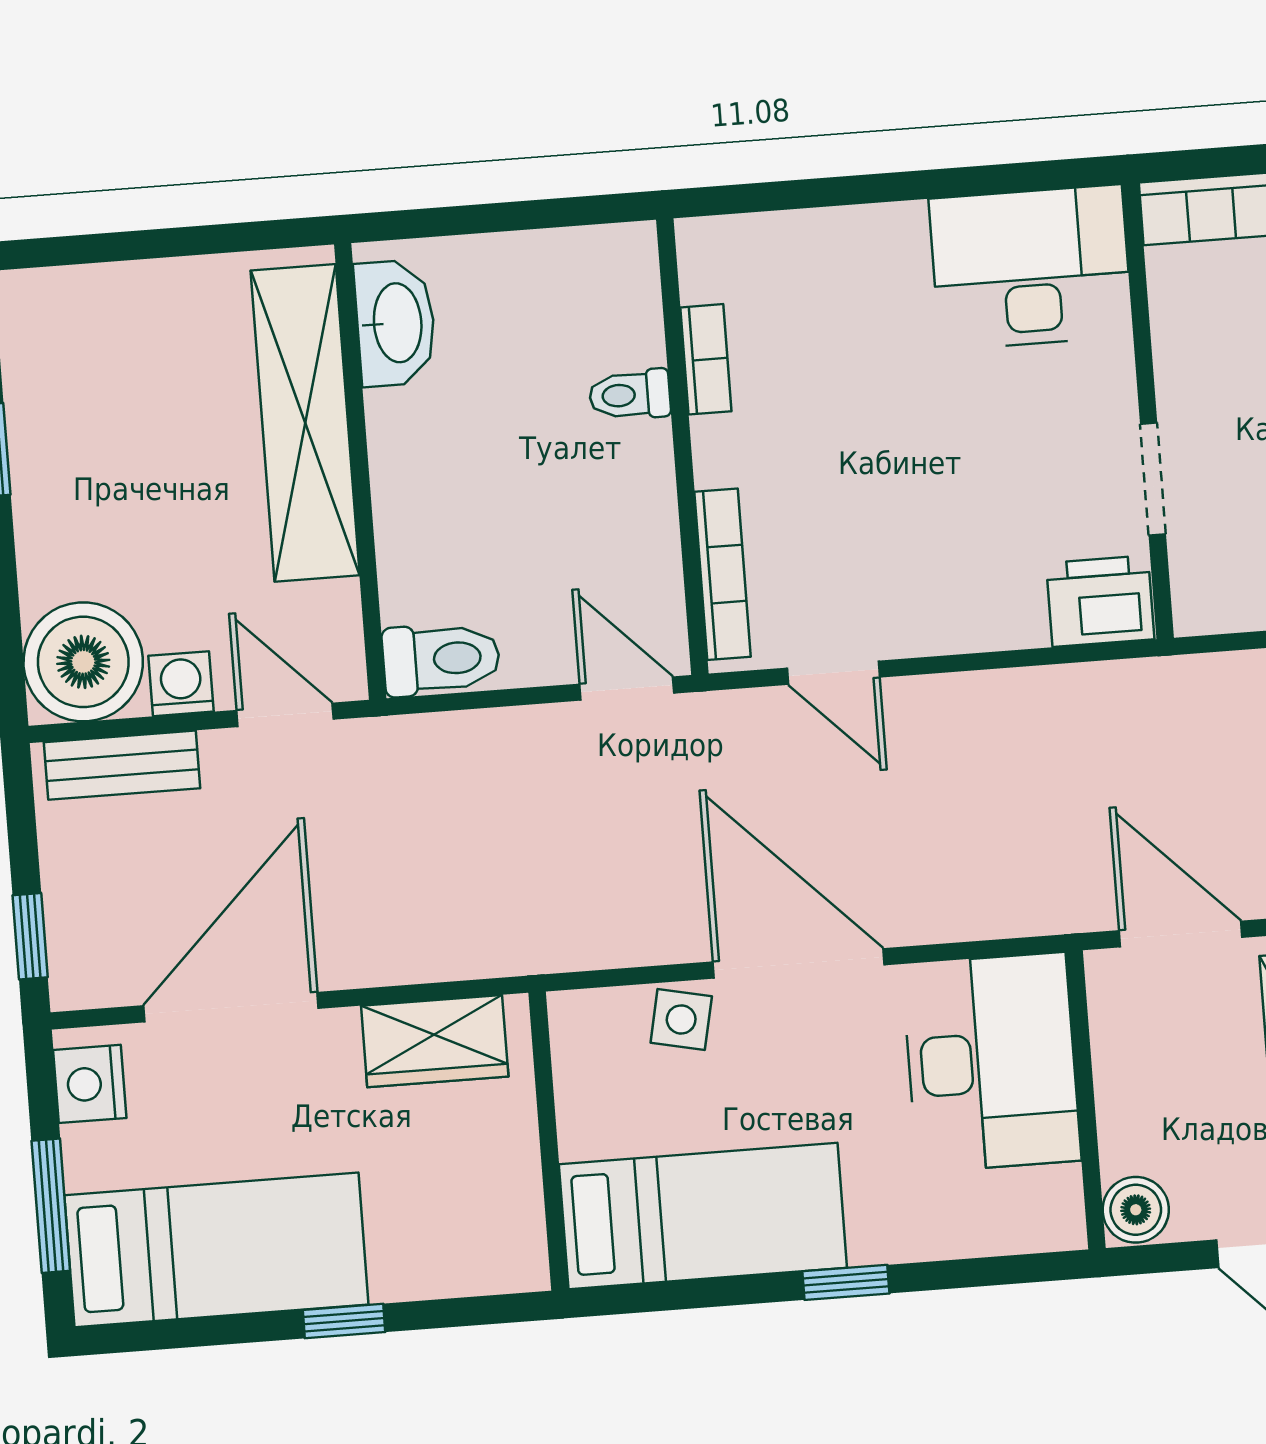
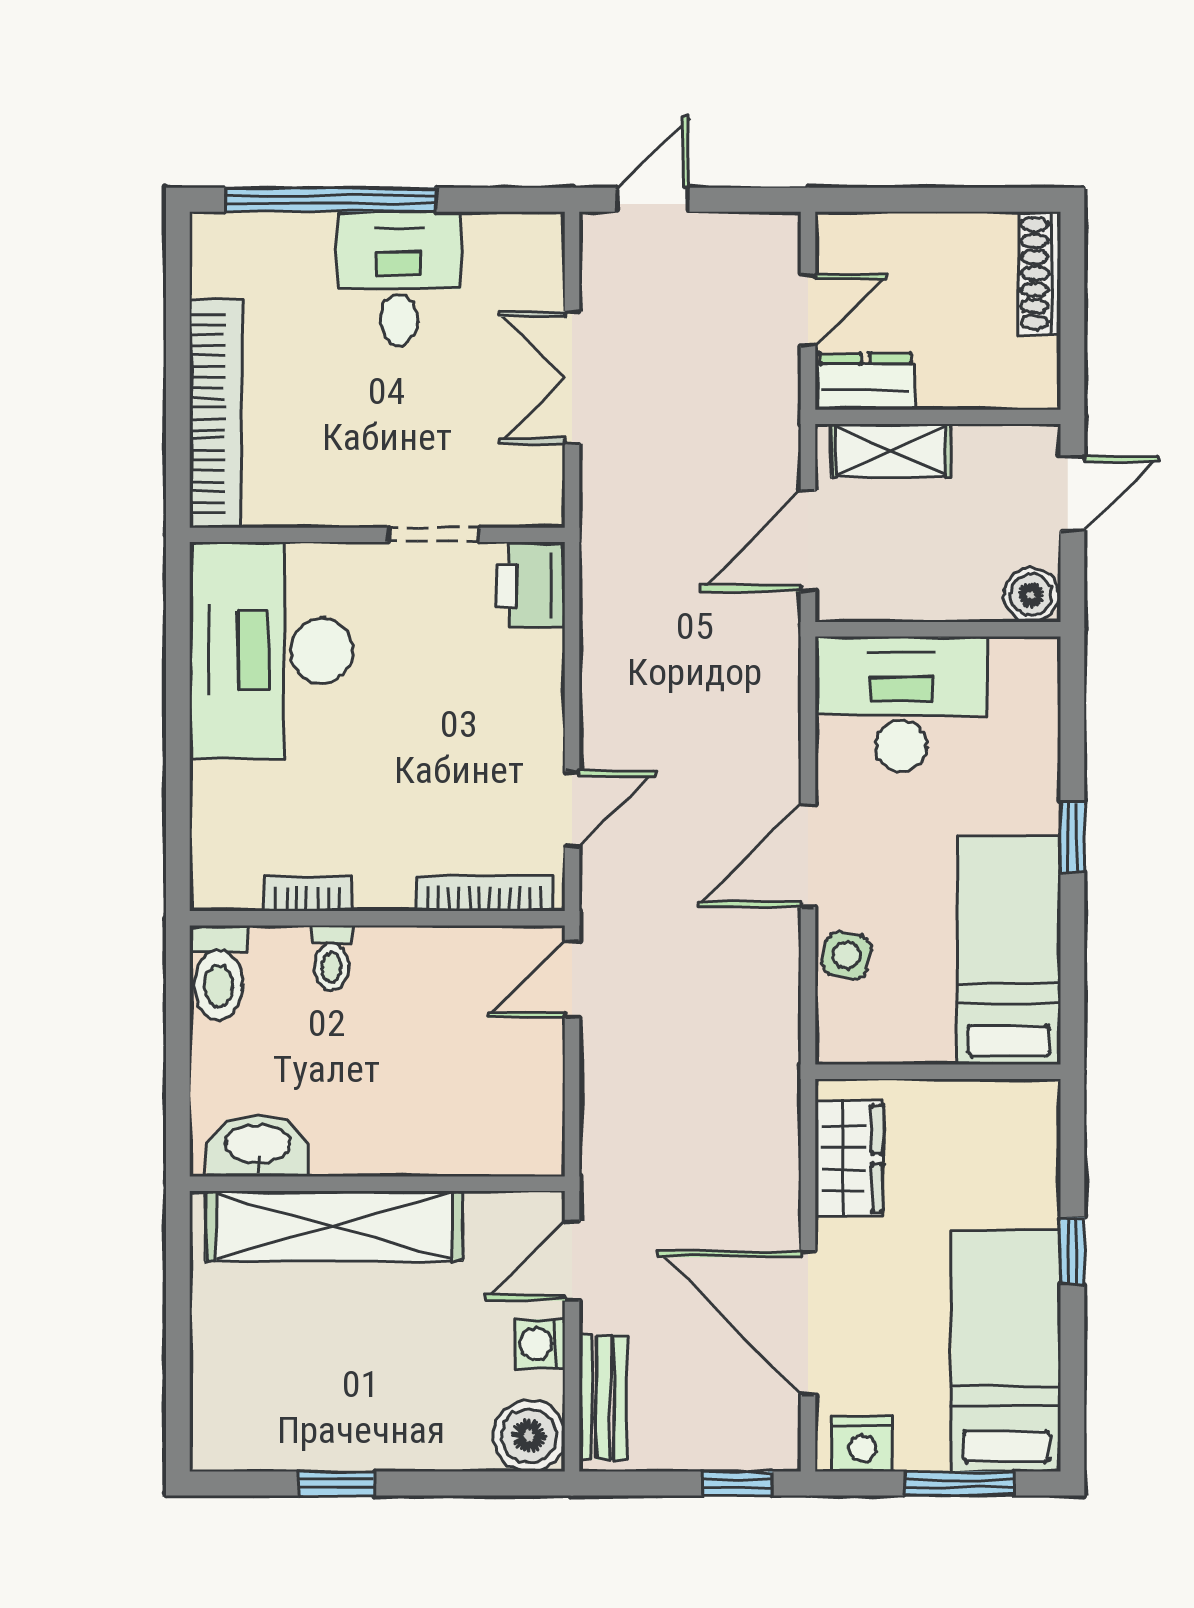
desk: (1031, 267) -> (271, 651), width x1.36, depth x1.30
toilet: (441, 659) -> (219, 973), moved, turned 180
boiler: (83, 662) -> (529, 1436), width x0.73, depth x0.73
door: (799, 963) -> (808, 856), width x0.73

